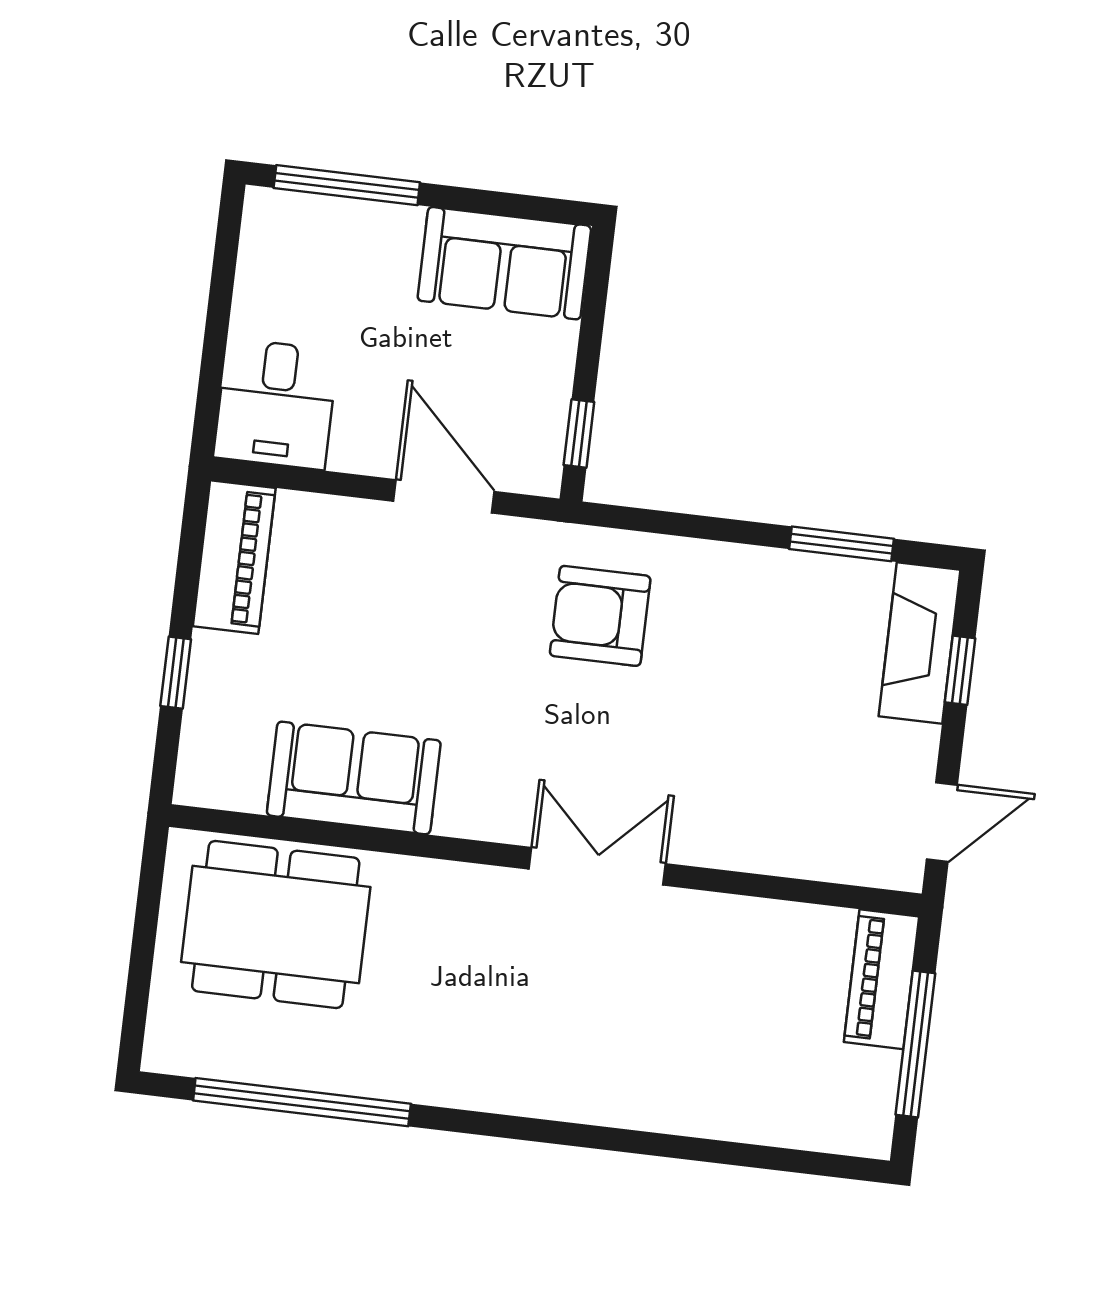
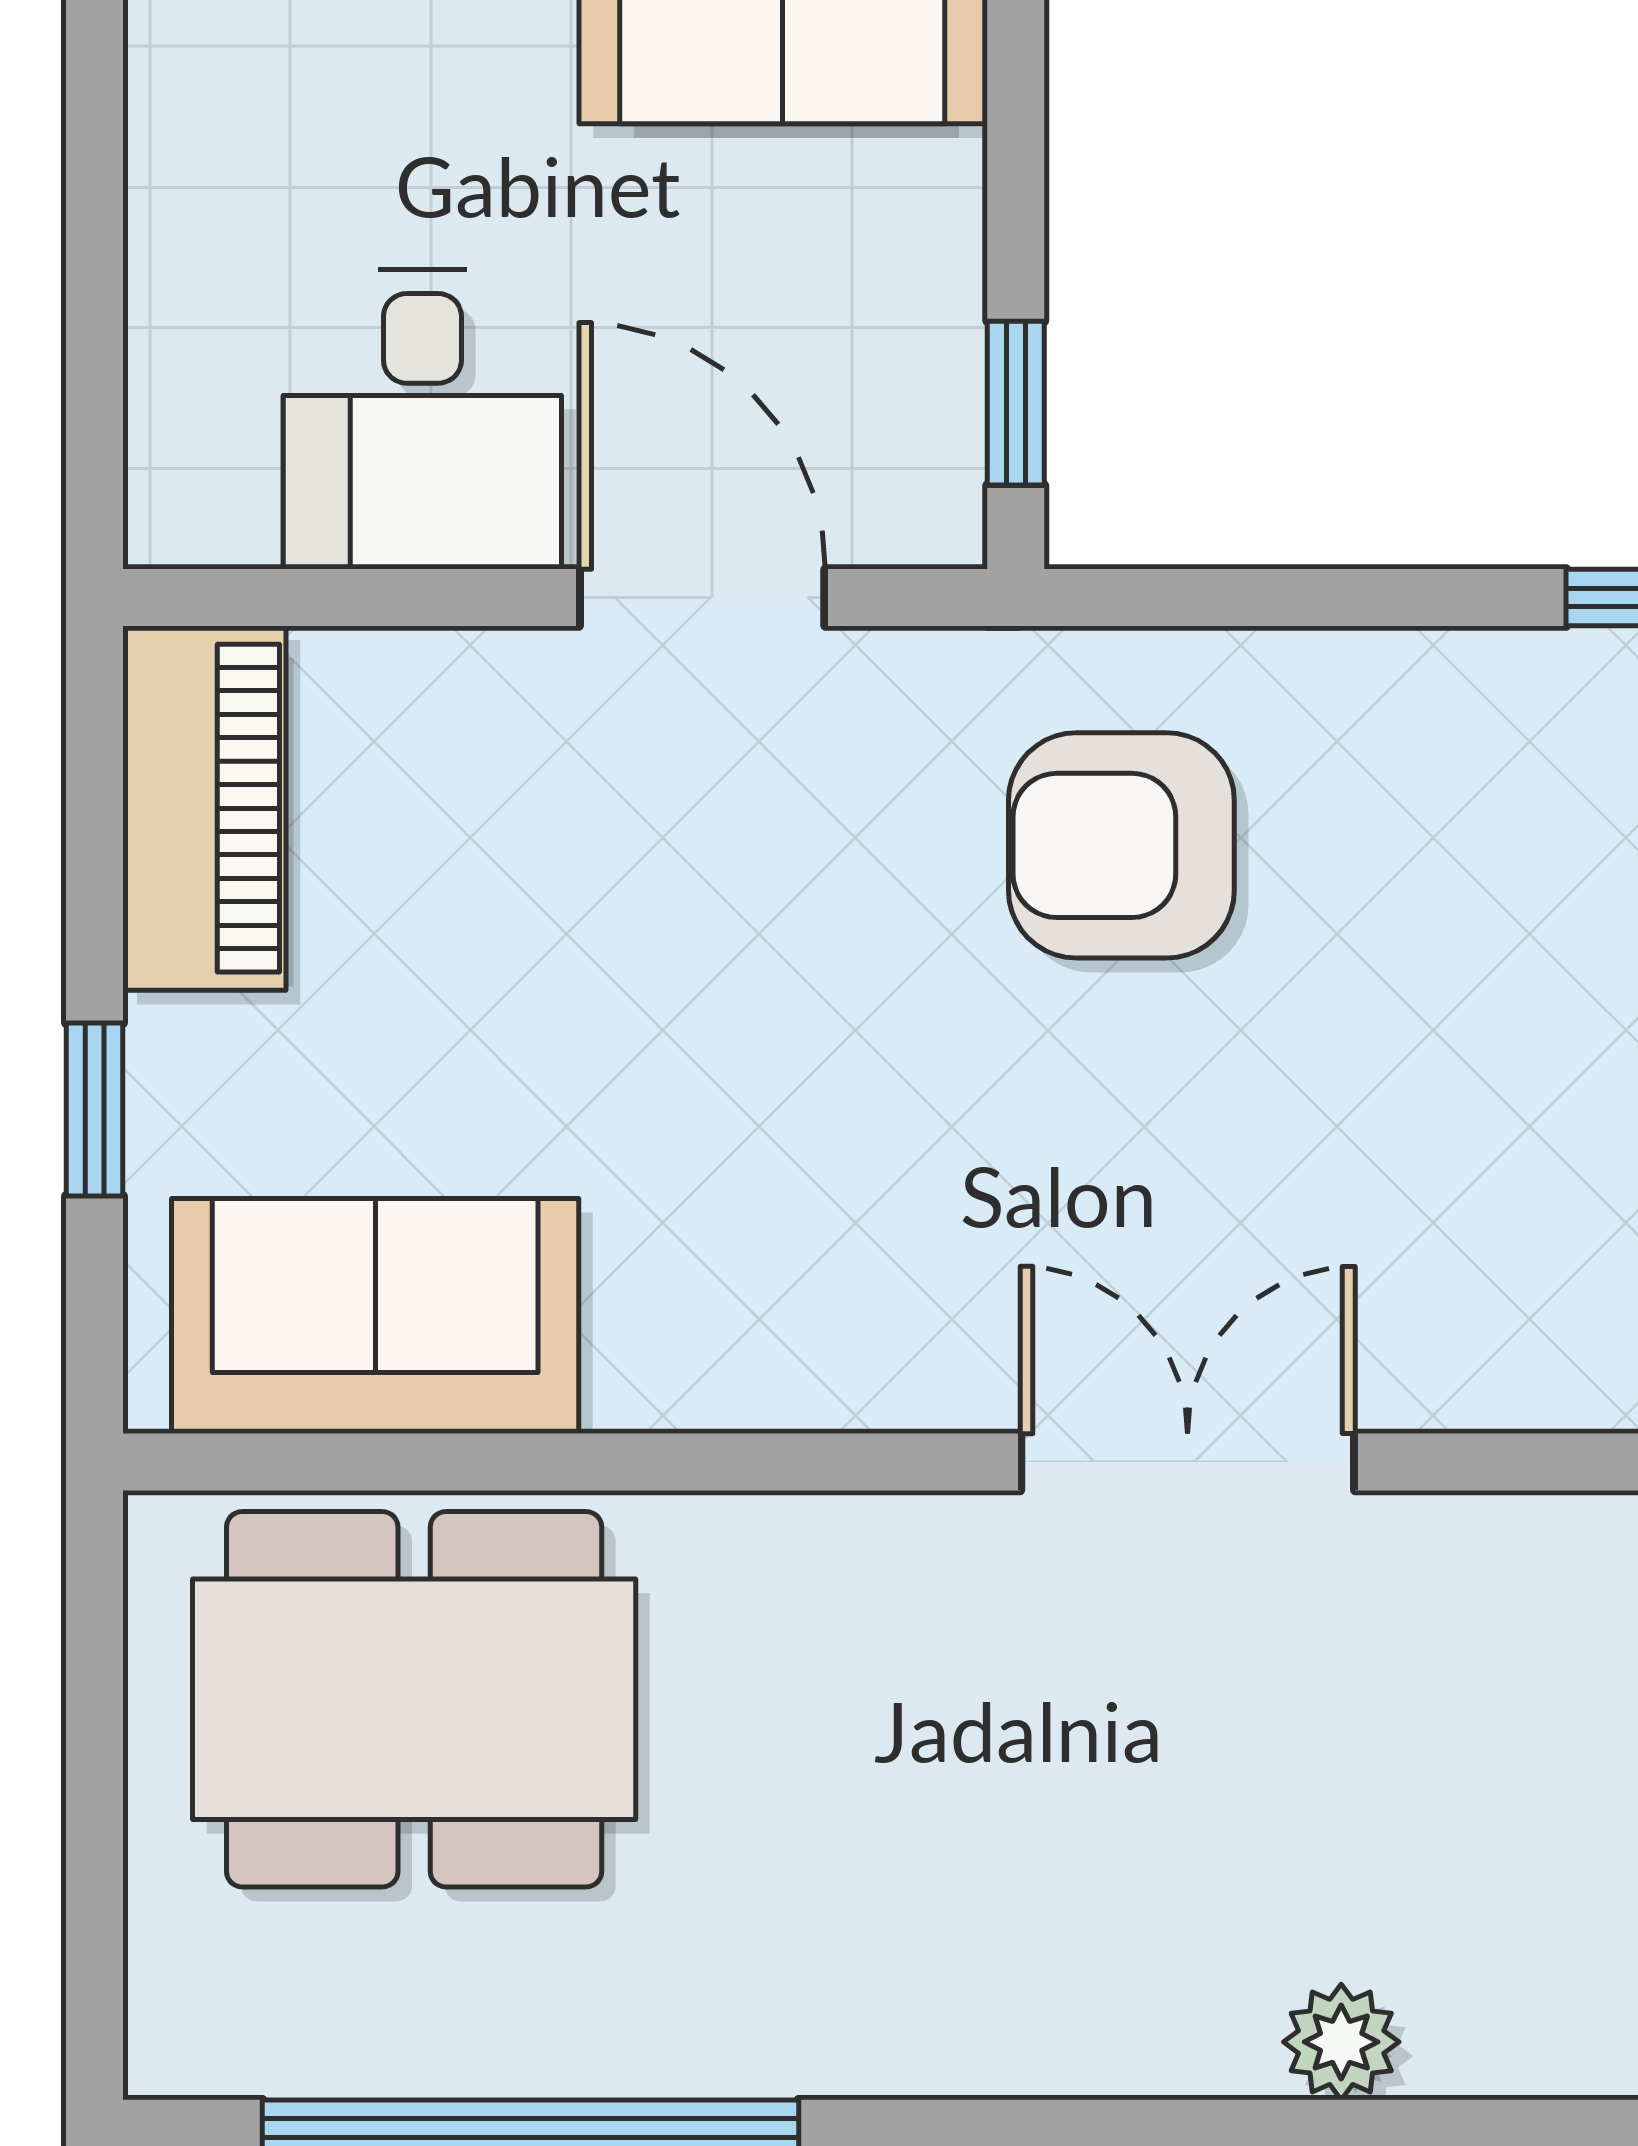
desk: (276, 404) -> (422, 419), moved
sofa: (354, 778) -> (375, 1316), moved
plant: (631, 1106) -> (1341, 2042), added

